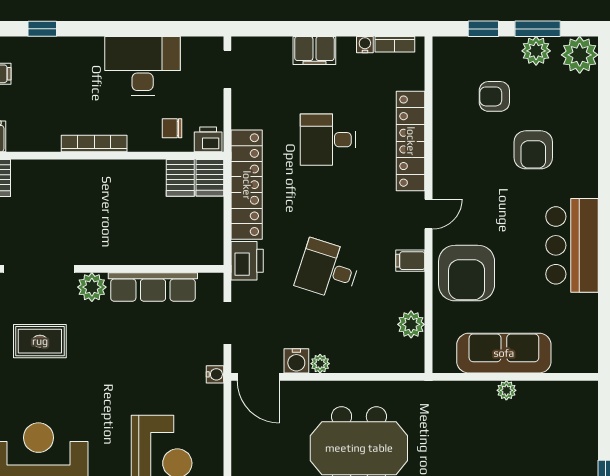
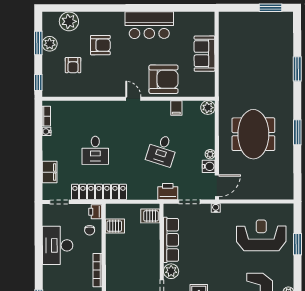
window: (483, 29) -> (38, 83), moved
filing cabinet: (314, 50) -> (50, 172), moved
plant: (580, 55) -> (69, 21), moved
locker: (411, 141) -> (96, 108), removed
server rack: (210, 178) -> (150, 216), moved, turned 180
locker: (247, 185) -> (99, 192), moved
printer: (247, 261) -> (168, 192), moved
filing cabinet: (410, 261) -> (176, 108), moved
plant: (411, 324) -> (208, 108), moved
sofa: (504, 353) -> (204, 54), width x0.73
plant: (506, 390) -> (224, 59), removed

